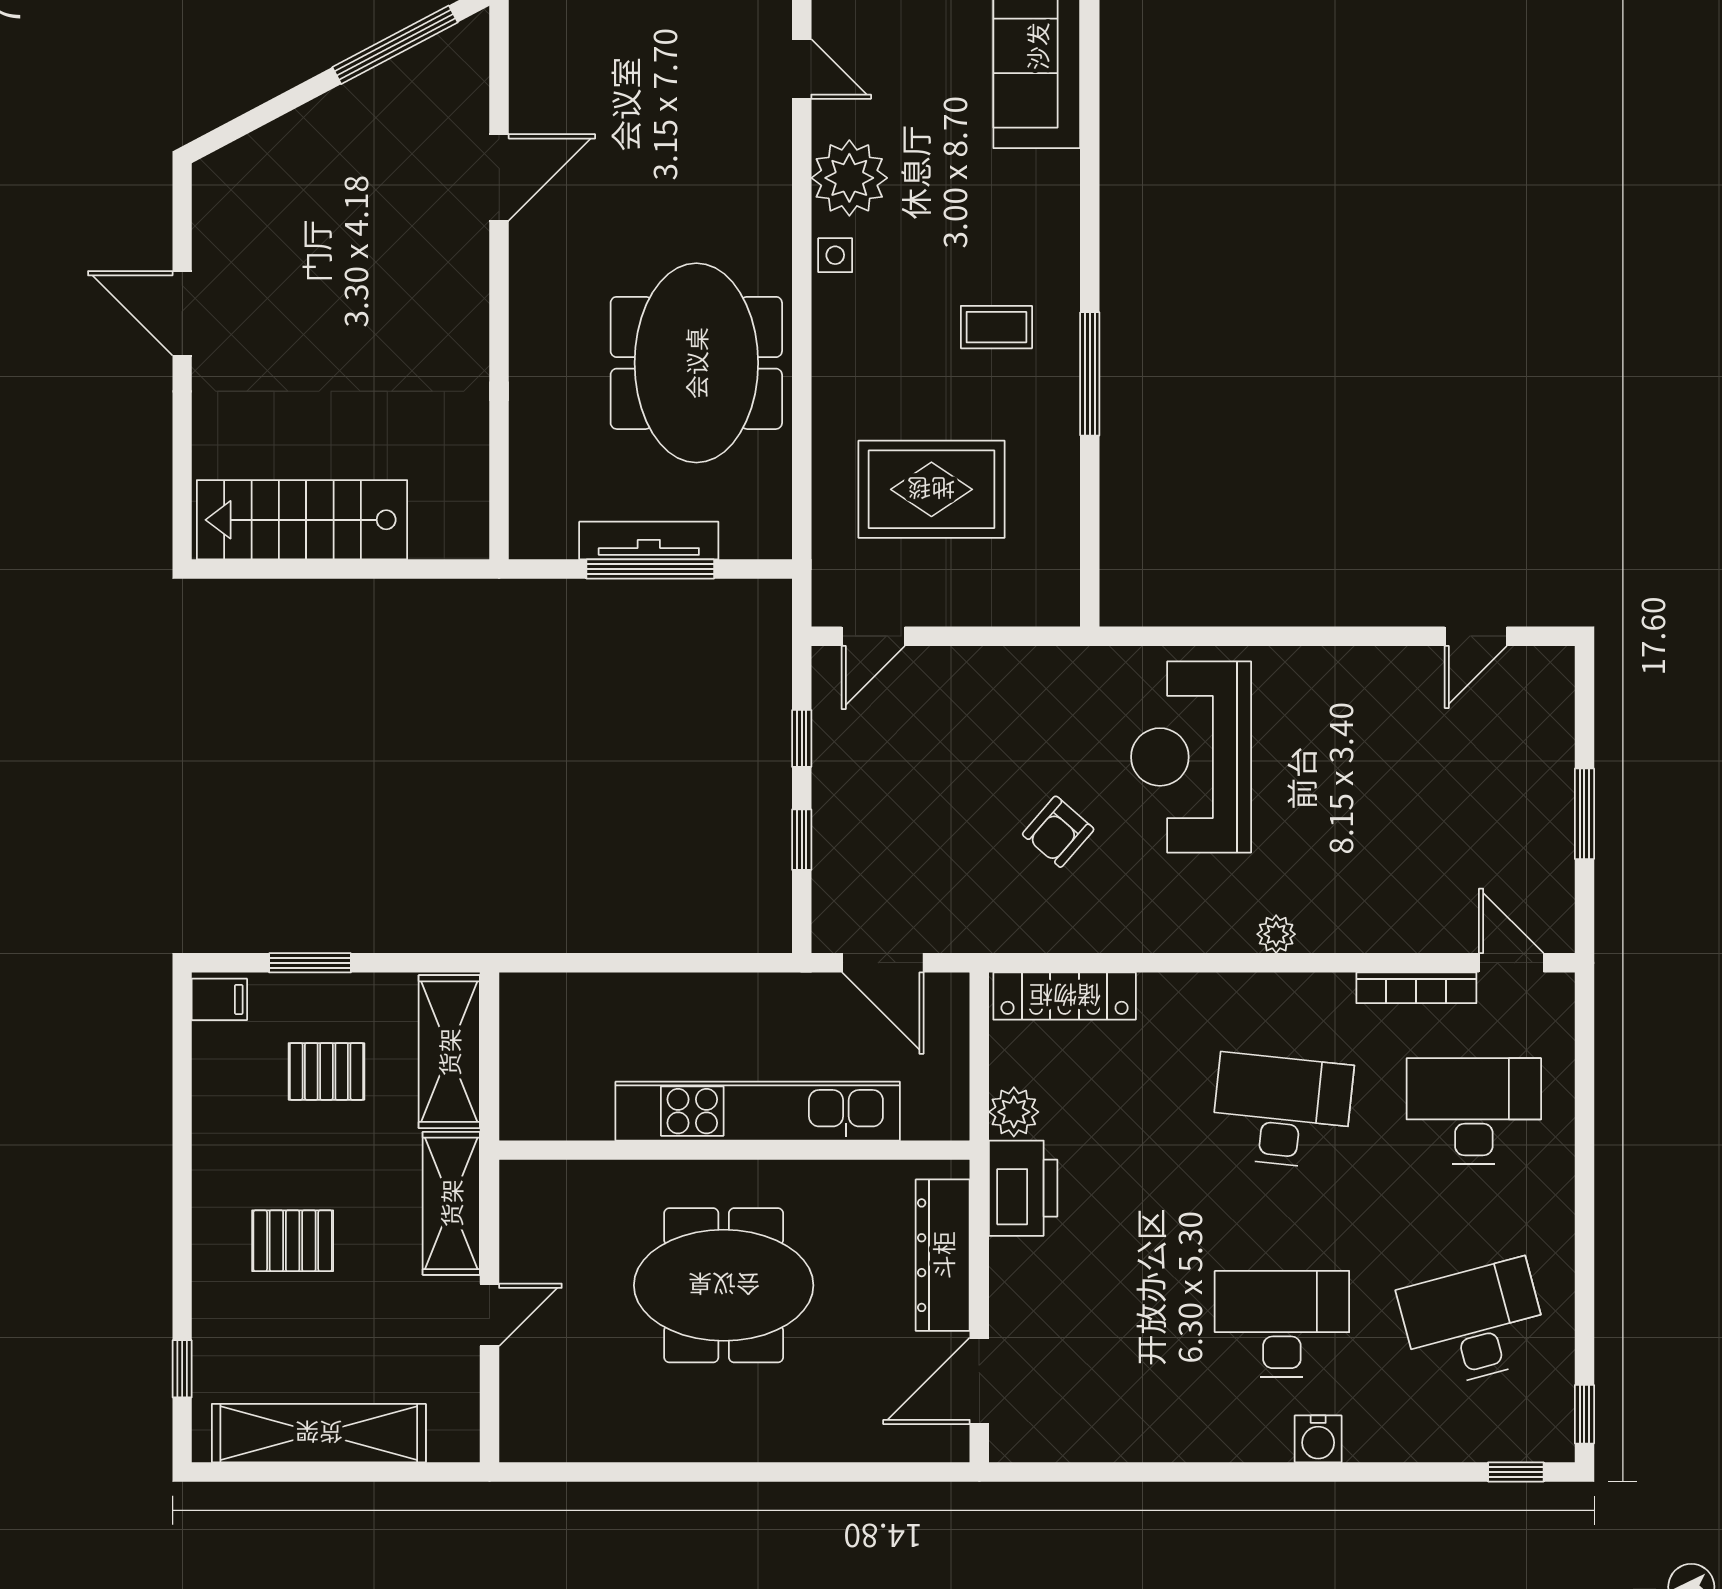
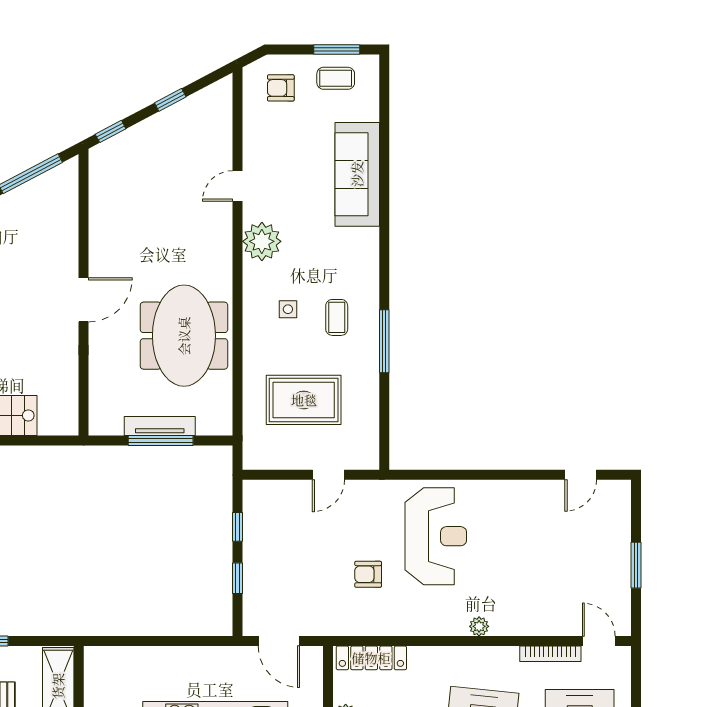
door: (802, 69) -> (238, 186), swing flipped
door: (499, 177) -> (84, 300), moved
side table: (835, 255) -> (288, 309), moved
coffee table: (996, 327) -> (337, 317), turned 90
door: (873, 636) -> (328, 475), moved
reception desk: (1191, 757) -> (436, 536), turned 180
armchair: (1058, 832) -> (368, 574), turned 49

